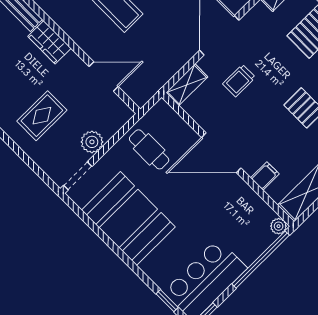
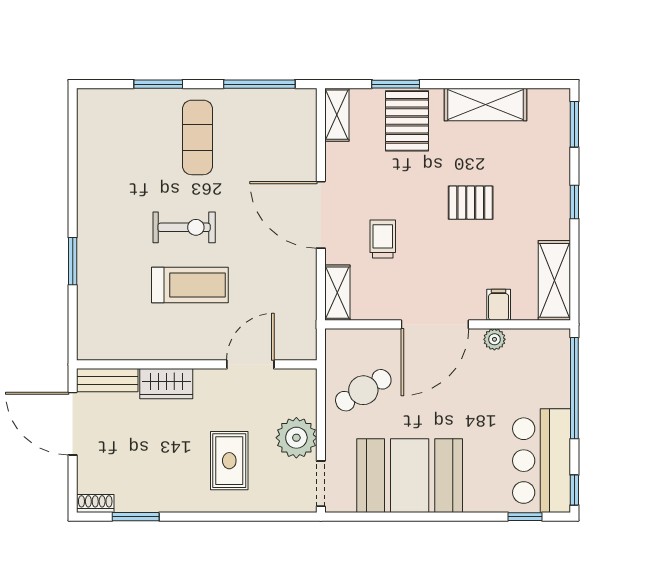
trolley: (239, 81) -> (383, 239), turned 180
plant: (92, 142) -> (296, 438), width x1.36, depth x1.36
cafe table: (149, 149) -> (363, 390), turned -31
plant: (279, 226) -> (494, 339), moved

